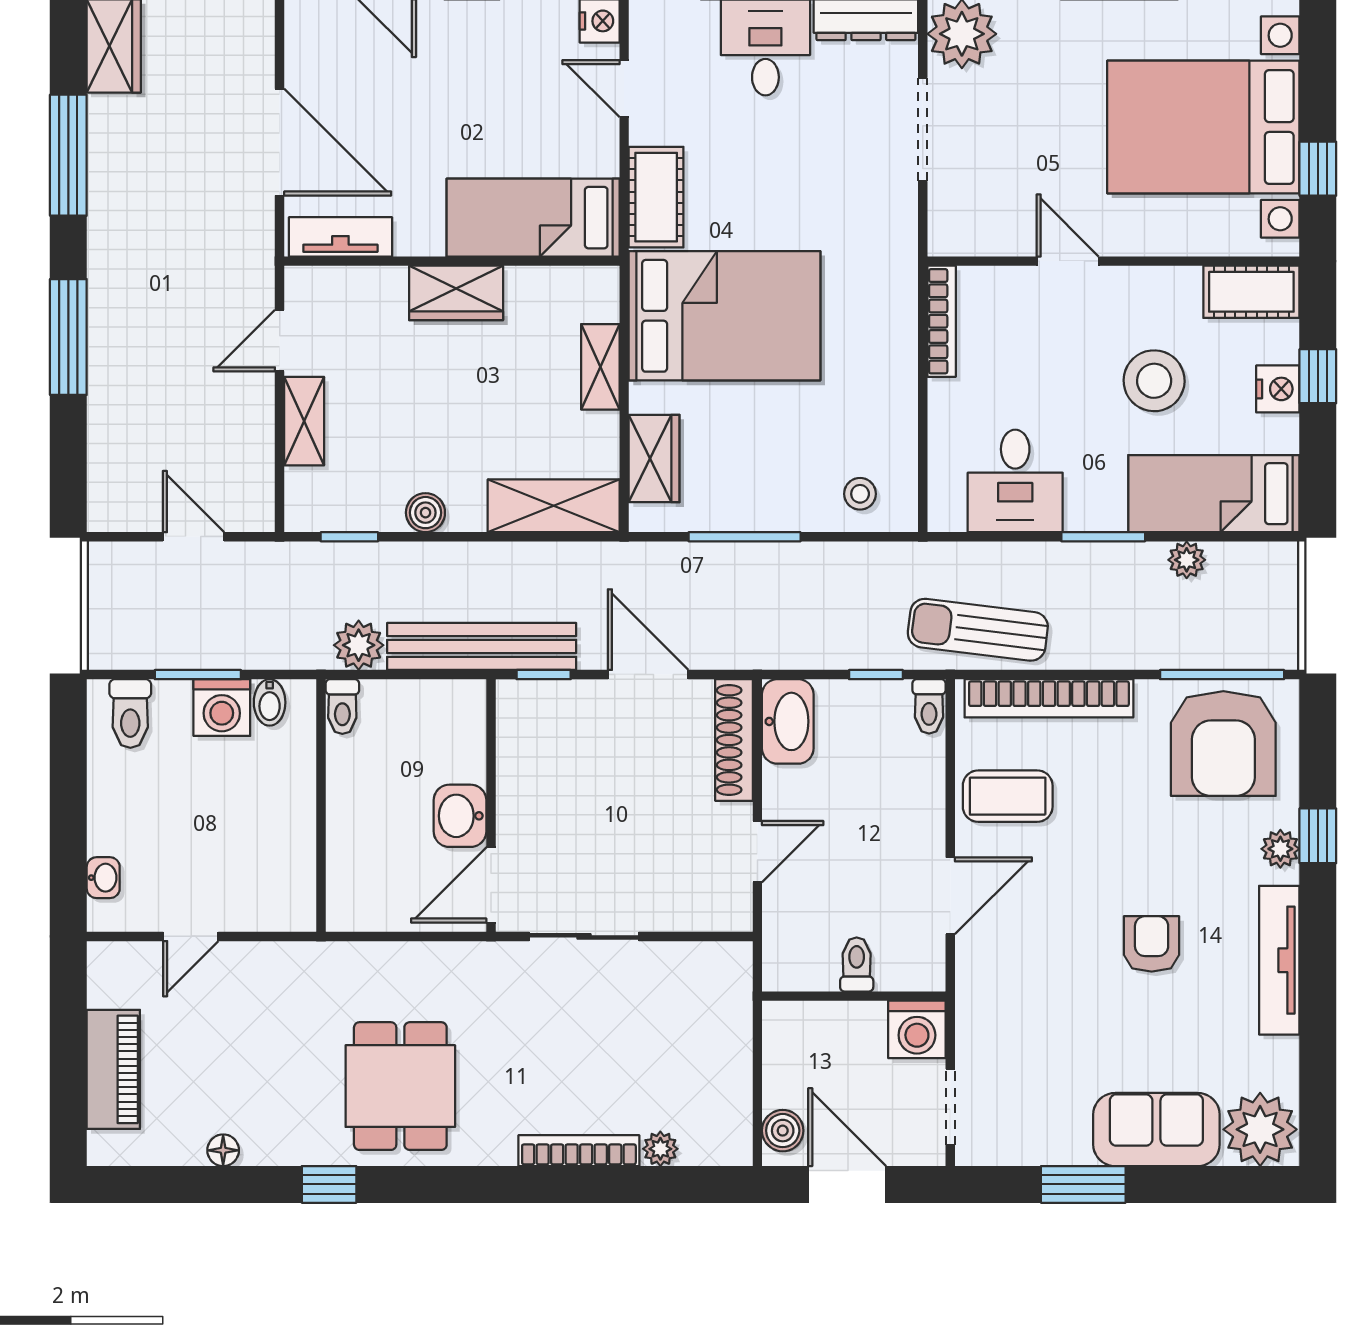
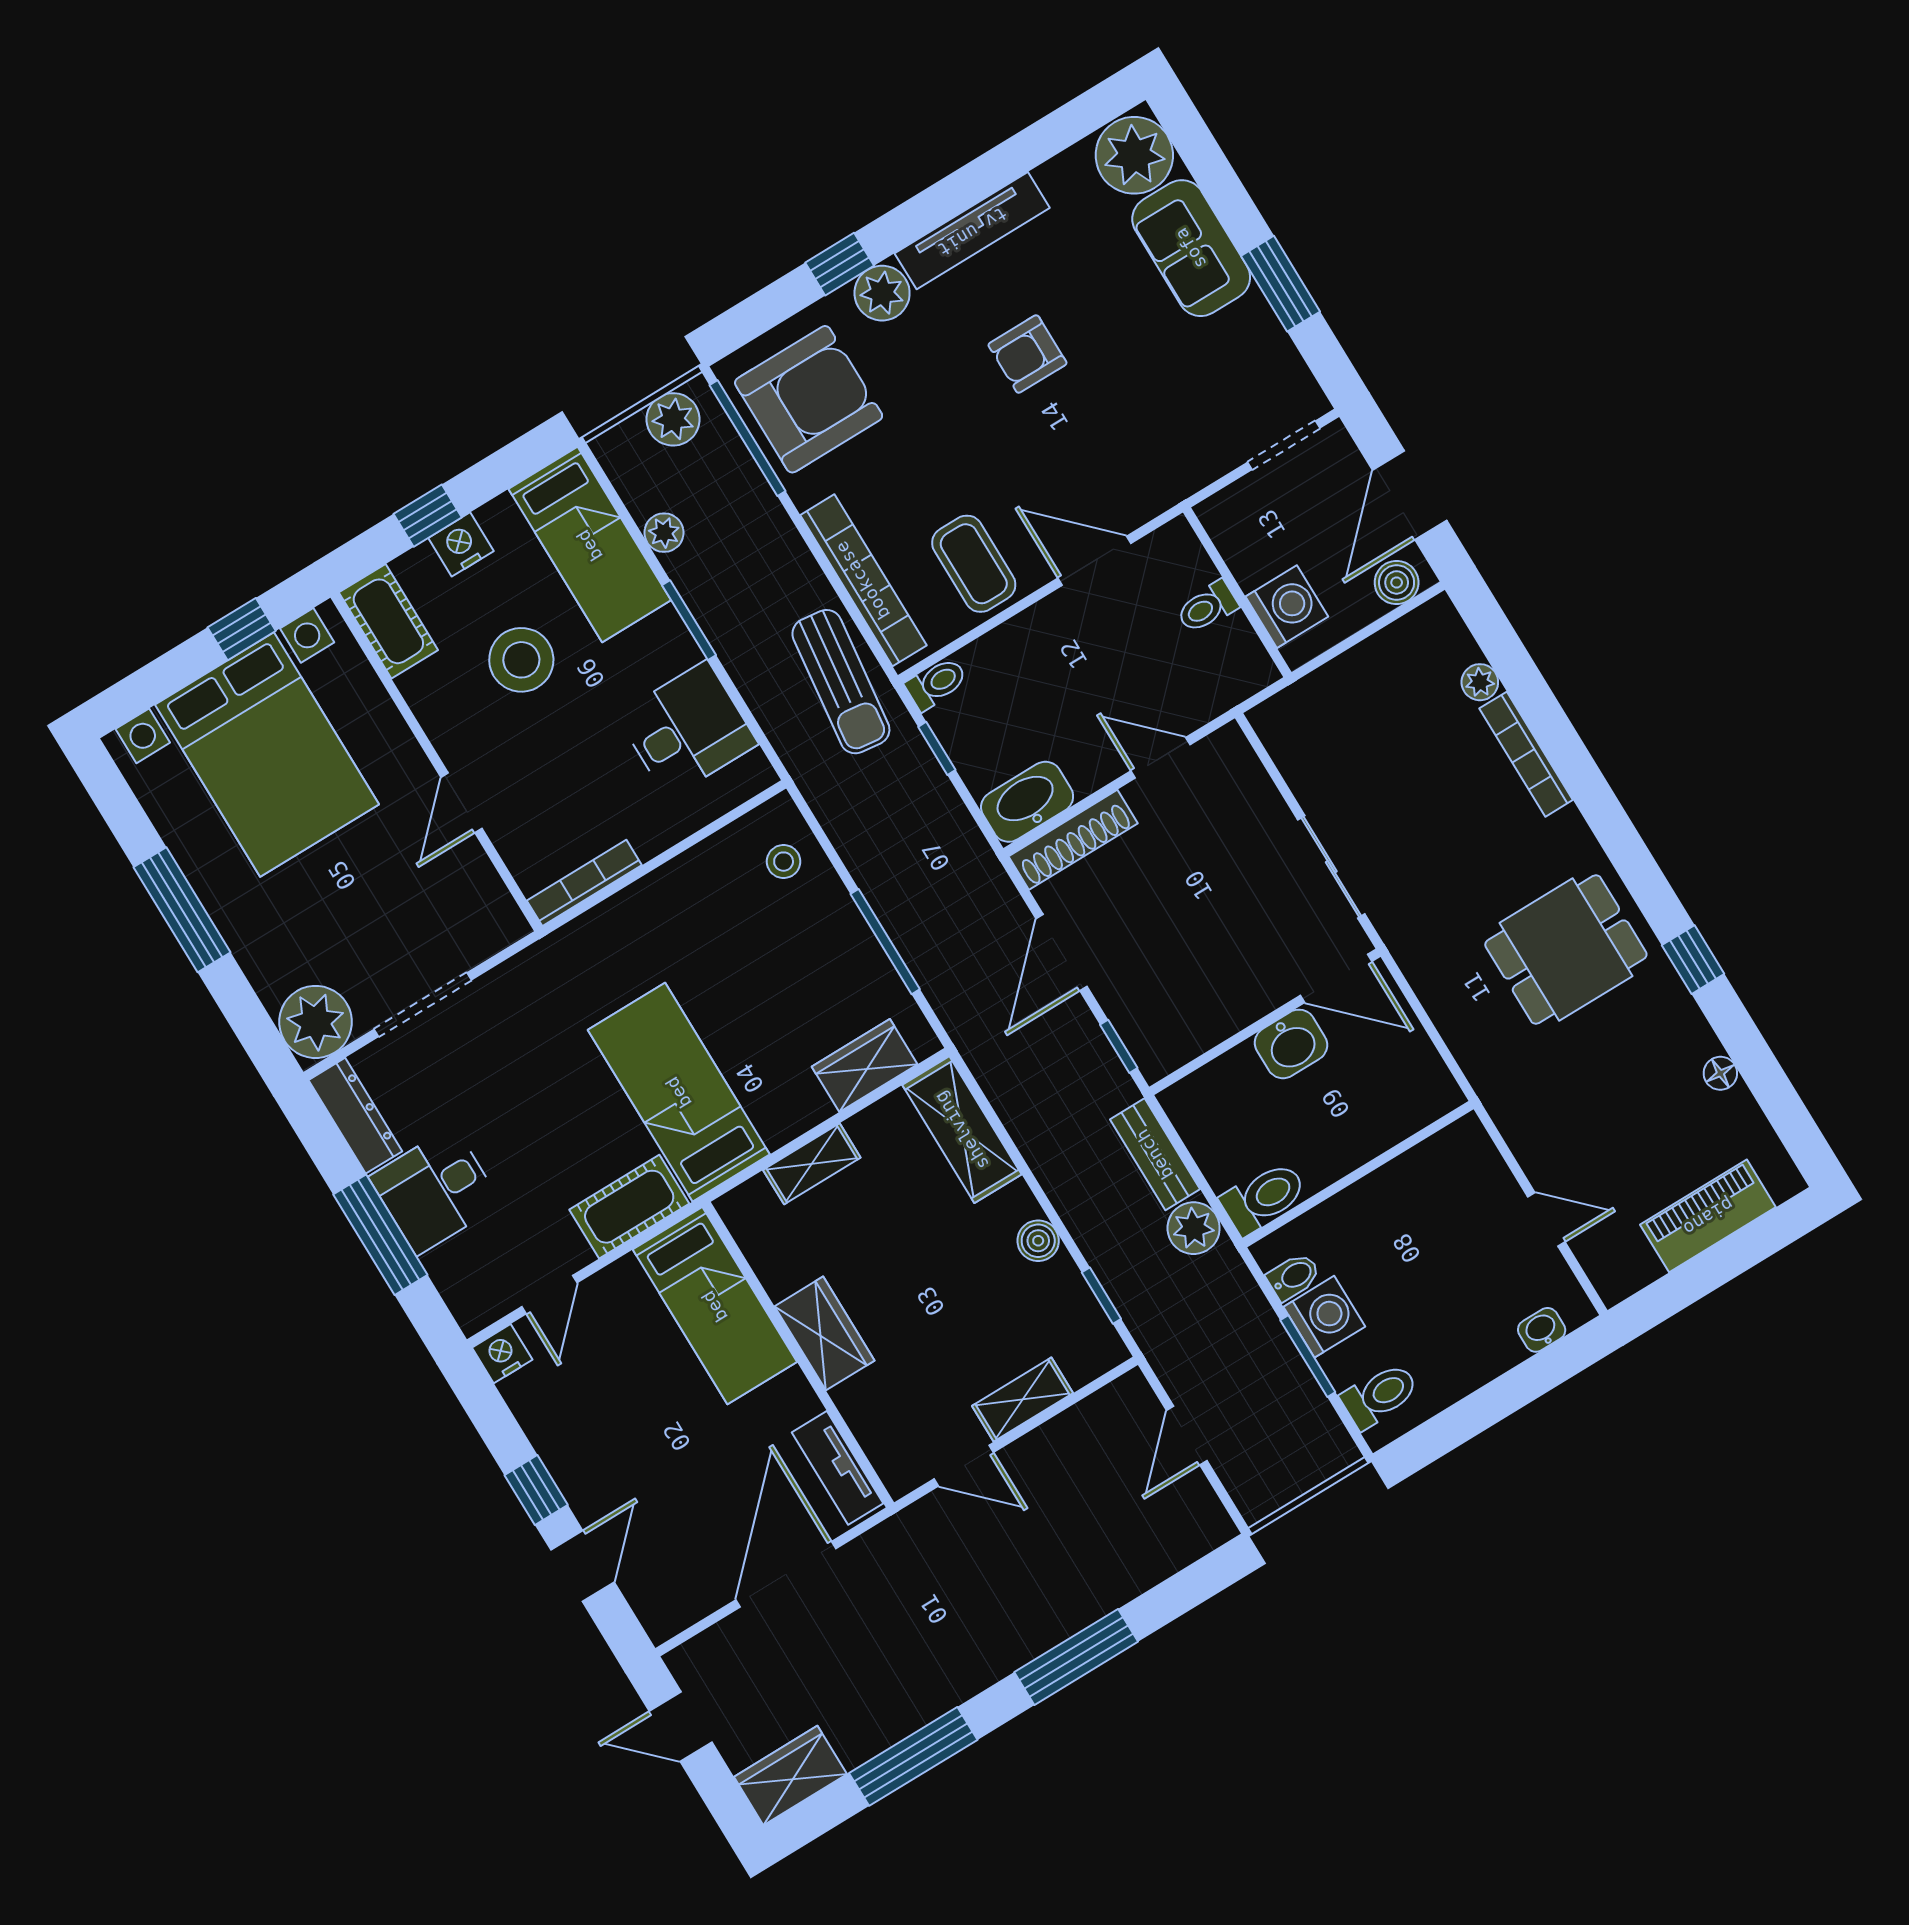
bed: (725, 316) -> (679, 1092), width x0.67
plant: (1274, 623) -> (673, 419), added
bench: (482, 646) -> (1155, 1154), width x0.54, depth x0.82
toilet: (342, 707) -> (1264, 1198), width x1.37, depth x1.39
plant: (1280, 849) -> (882, 293), width x1.38, depth x1.38
washing machine: (917, 1029) -> (1287, 607), moved

